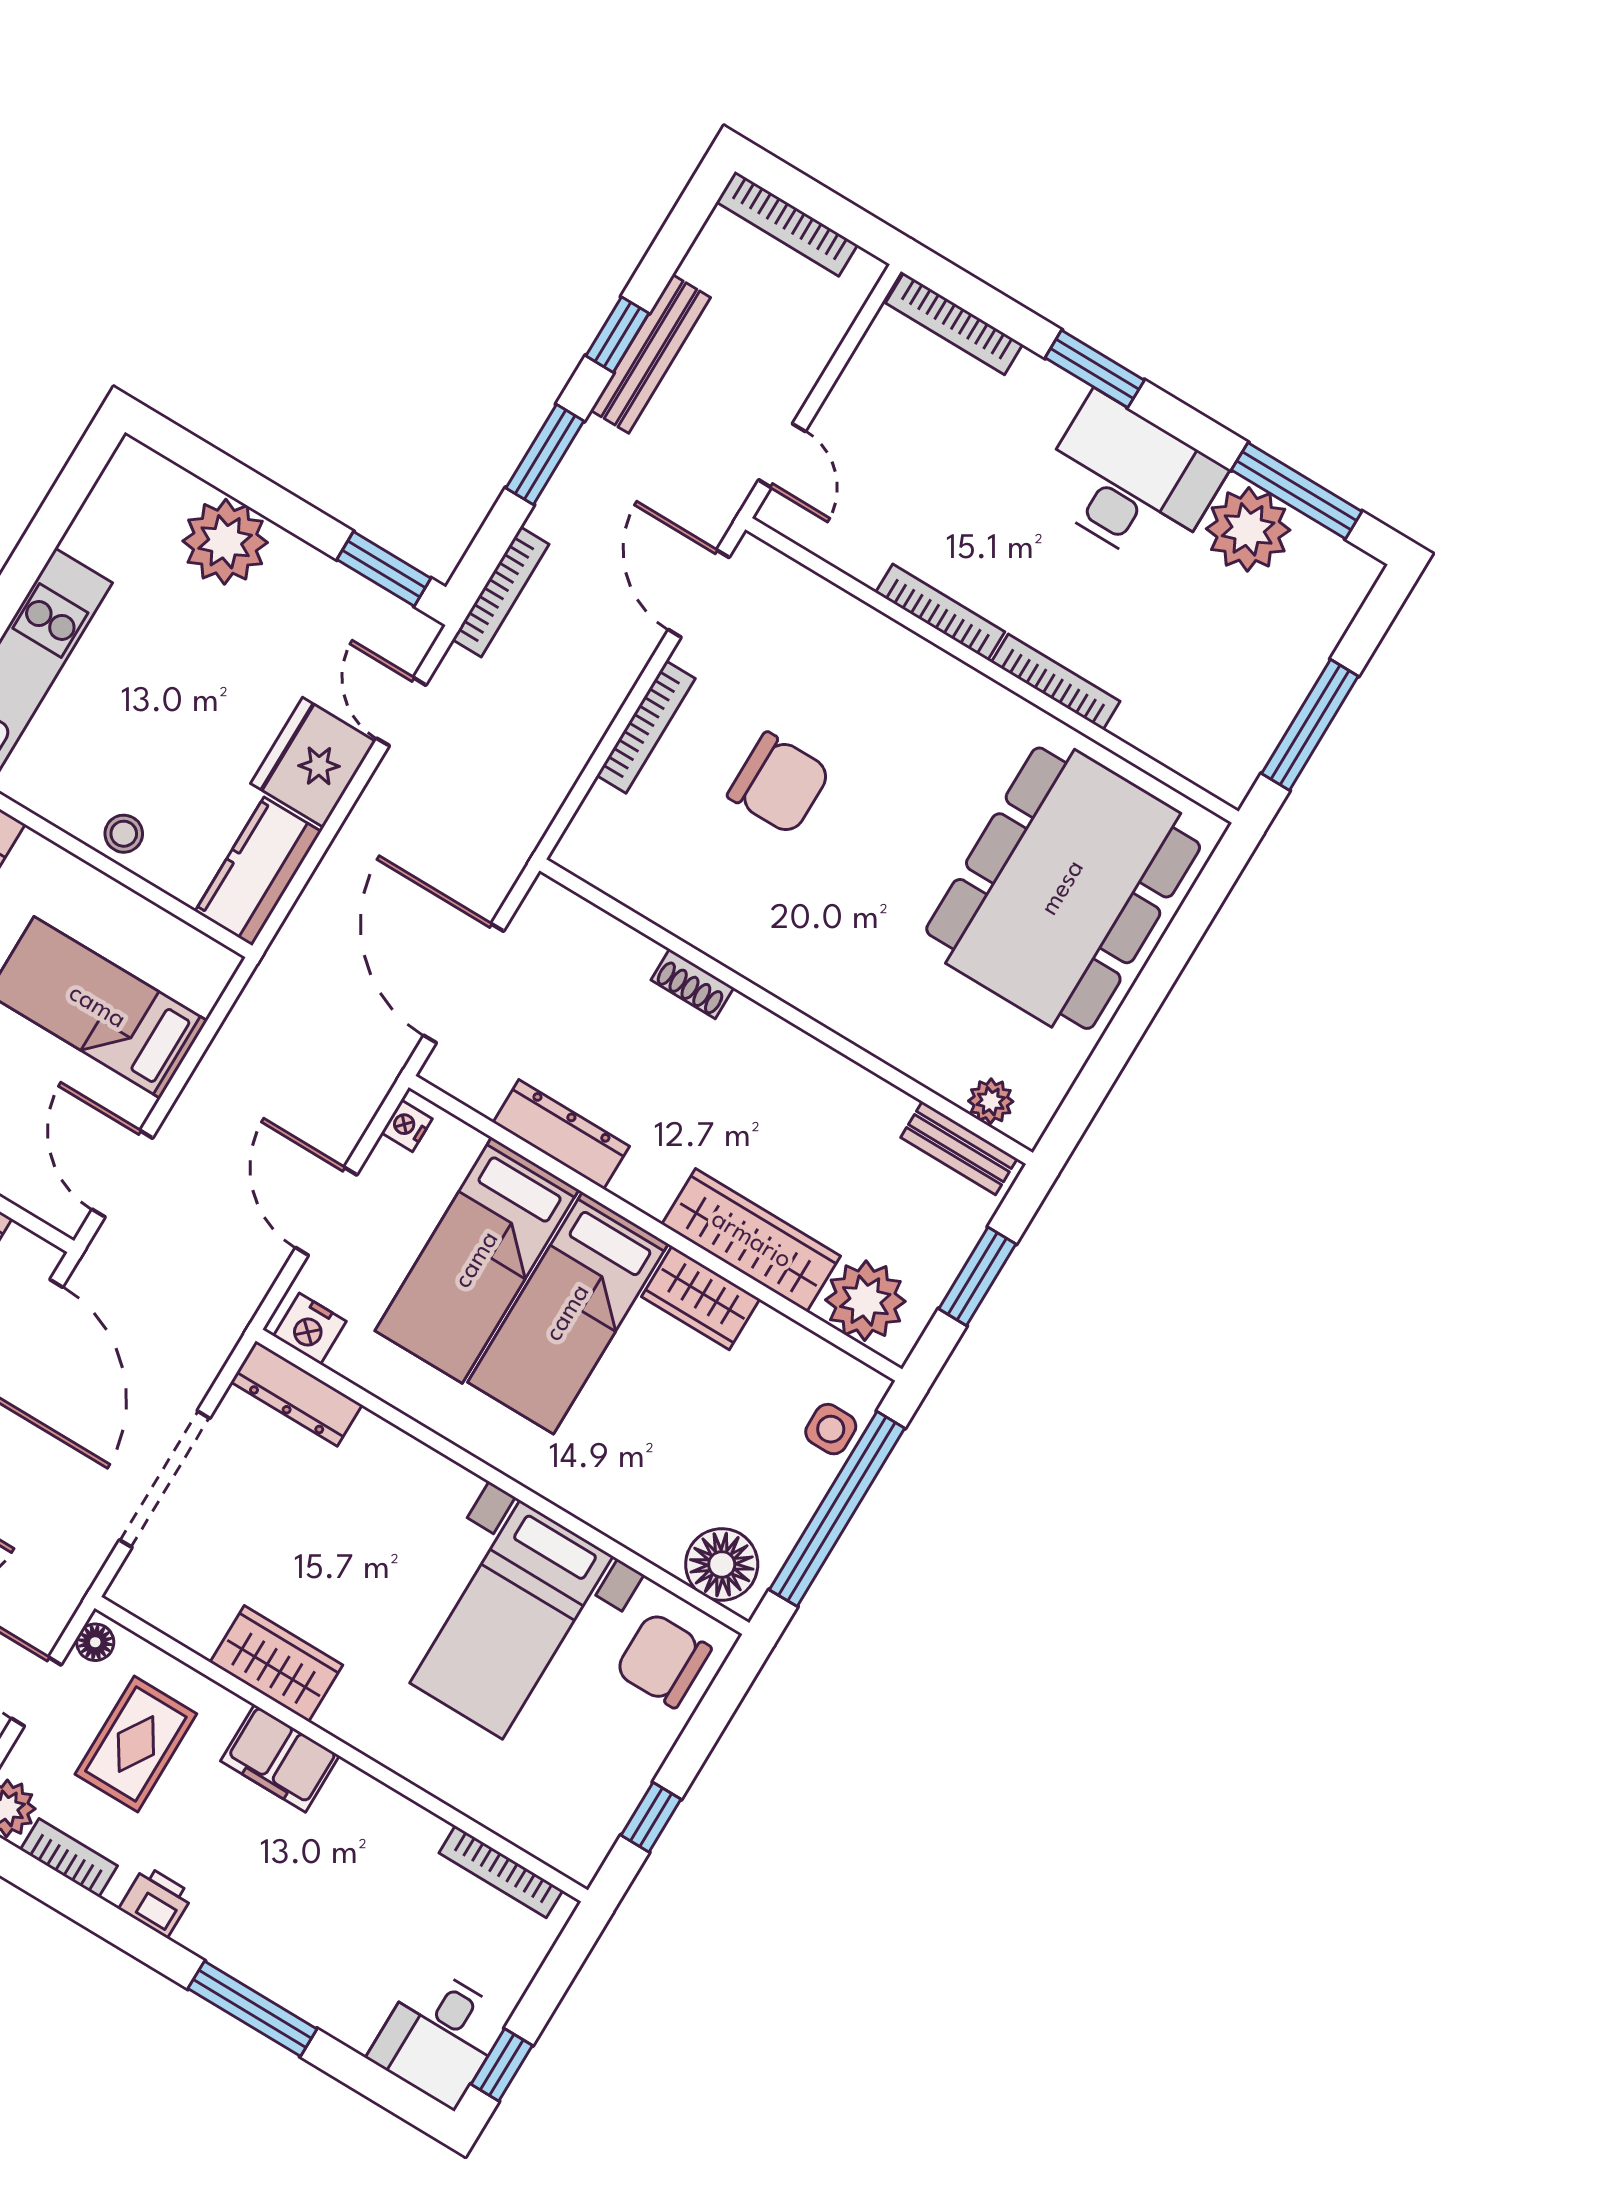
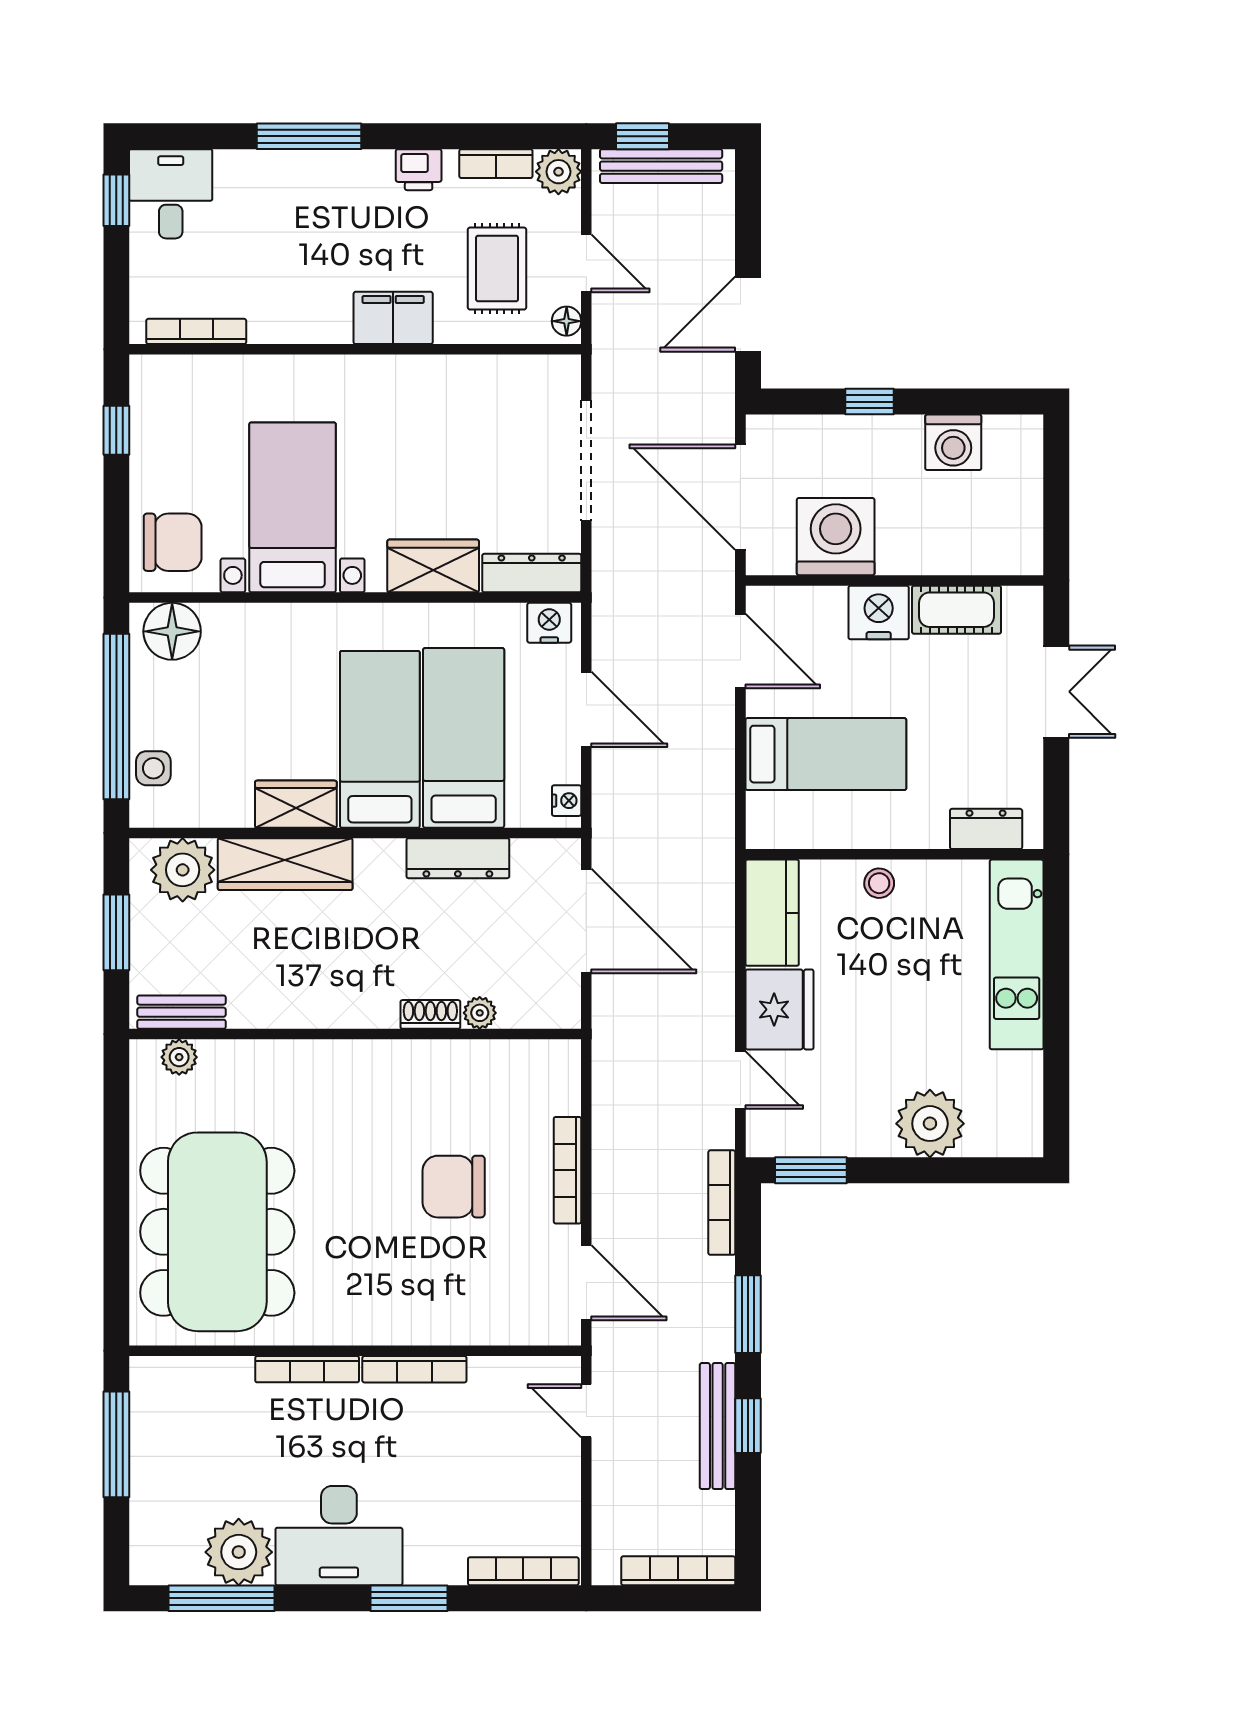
plant: (638, 954) -> (480, 1013), added
wardrobe: (276, 1664) -> (433, 566), moved, turned 180

